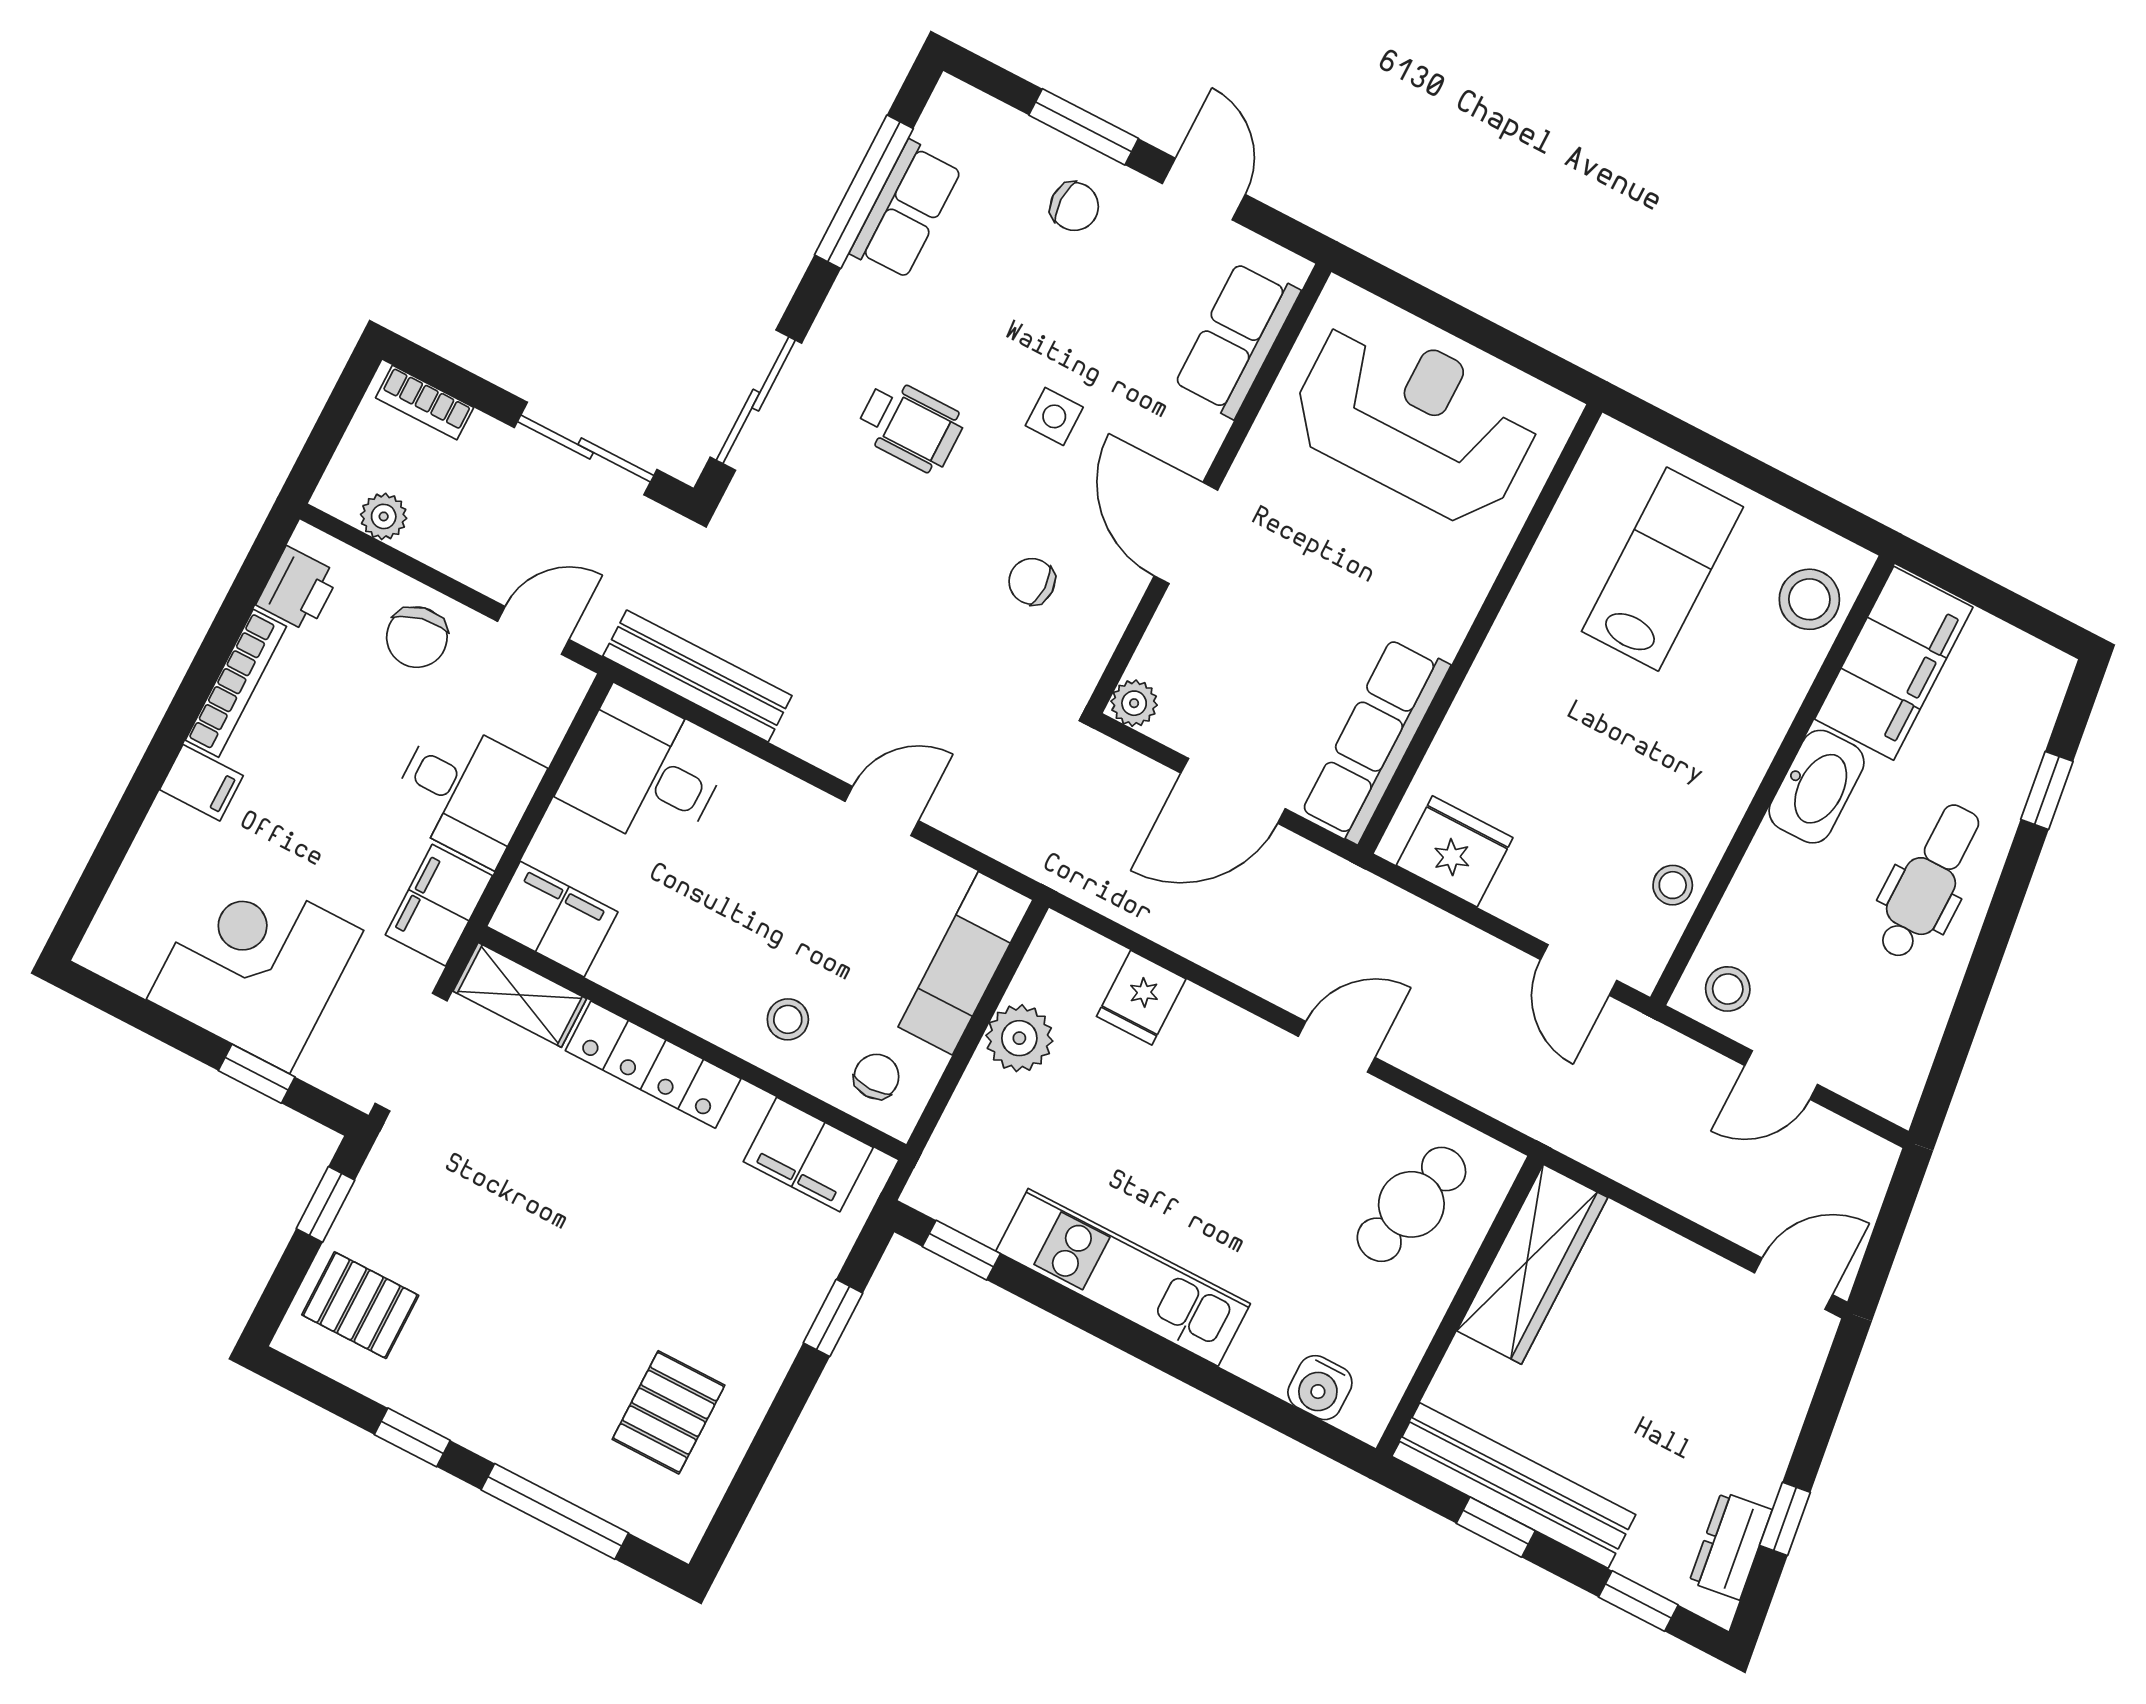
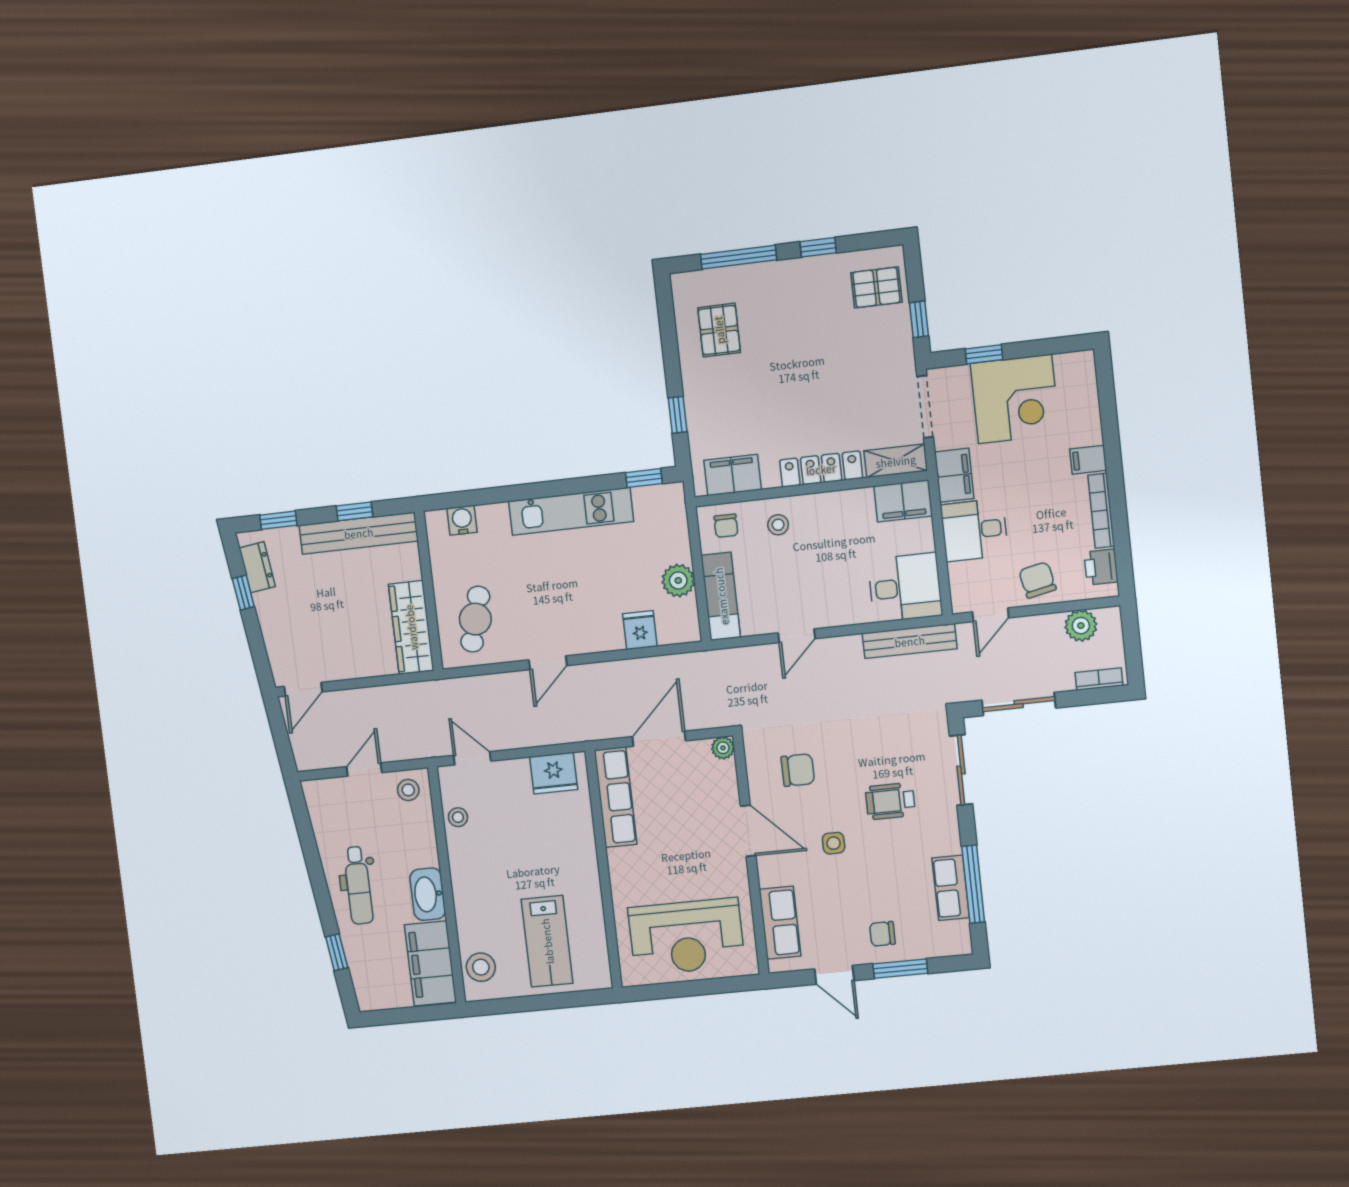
plant: (384, 516) -> (1081, 626), width x1.38, depth x1.38
chair: (1032, 581) -> (798, 770), width x1.37, depth x1.37

